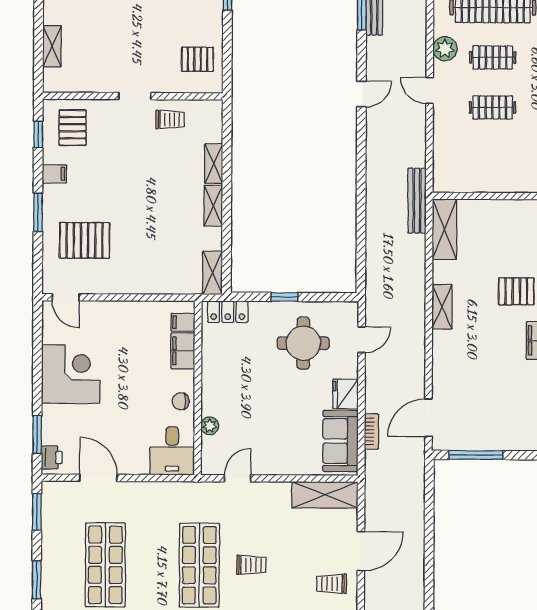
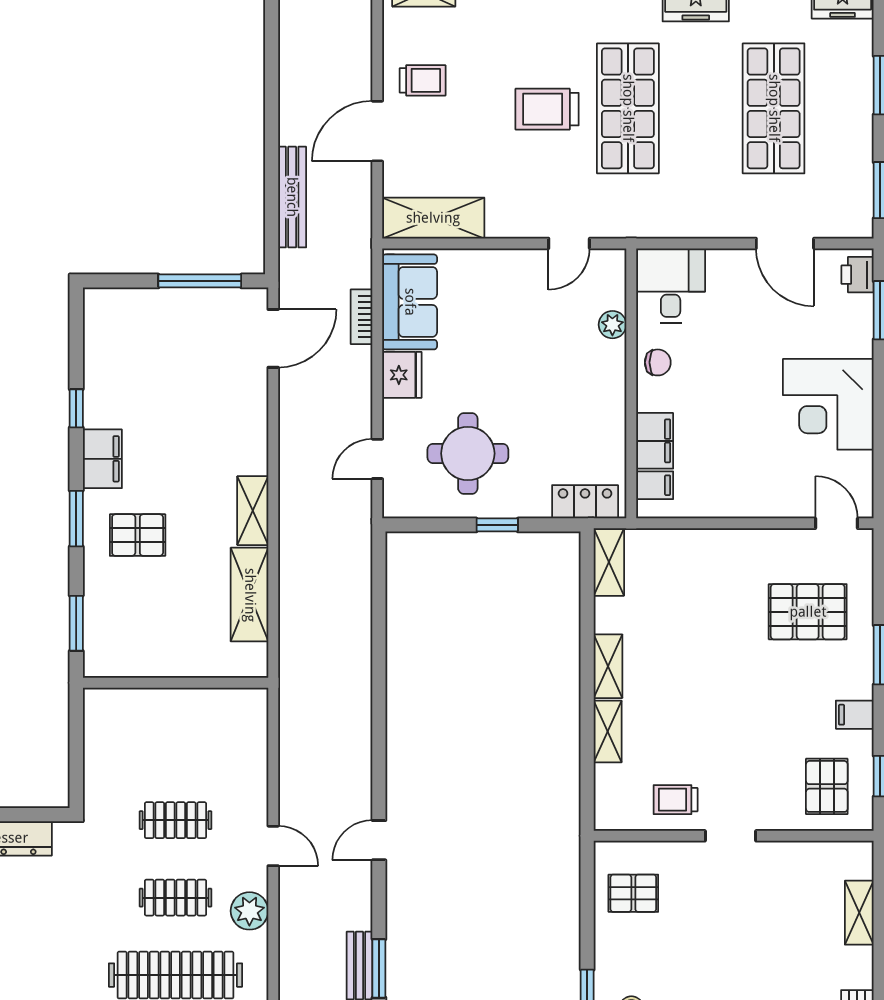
bench: (417, 201) -> (292, 197), moved
shelving: (444, 229) -> (250, 595), moved
trolley: (251, 565) -> (547, 109), width x1.36, depth x1.39

